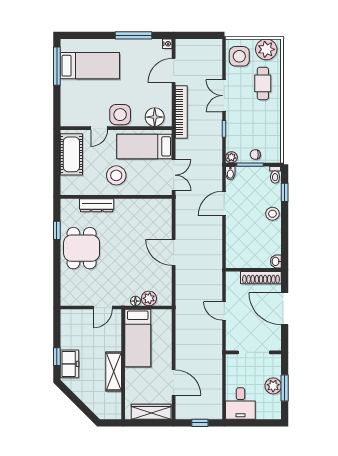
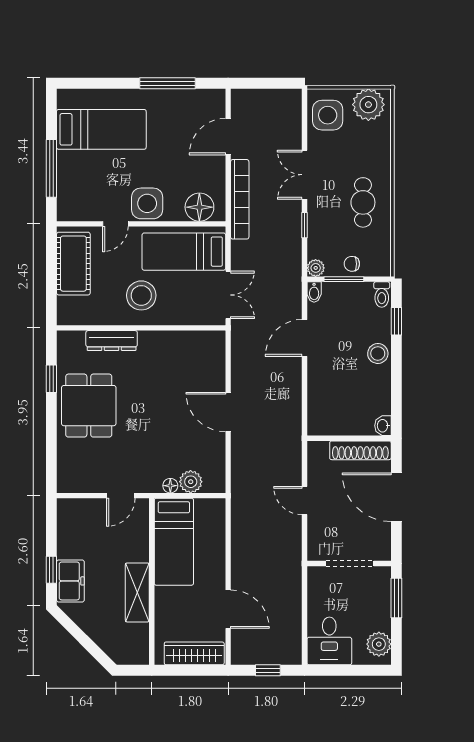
nightstand: (167, 44) -> (219, 96), removed
window: (57, 66) -> (51, 168), moved
cafe table: (263, 83) -> (363, 202), moved
plant: (273, 386) -> (379, 644), moved
window: (285, 388) -> (396, 598), moved

